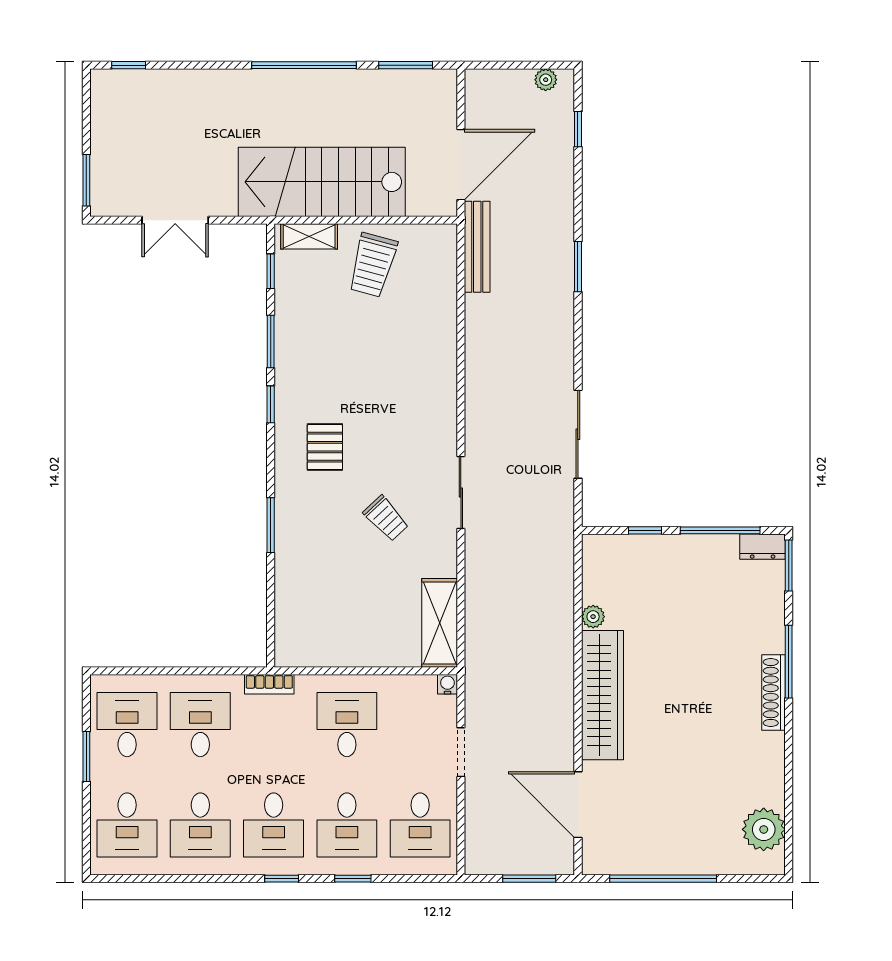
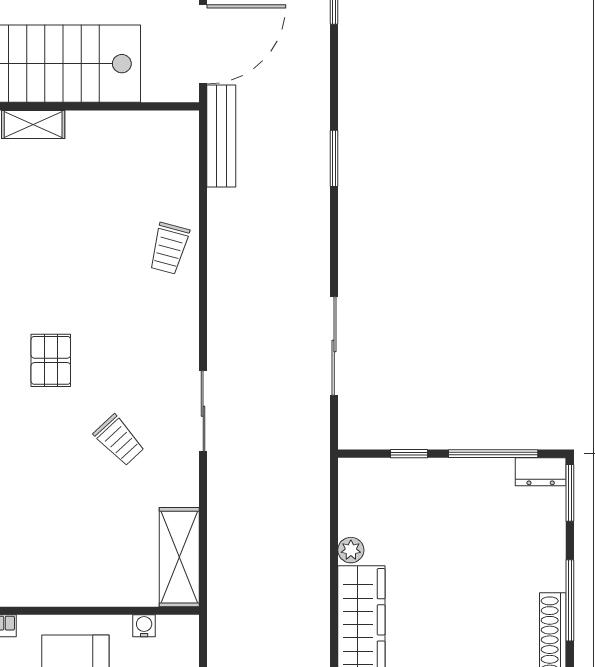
trolley: (373, 265) -> (169, 248), moved, width x0.73, depth x0.72
water cooler: (447, 684) -> (144, 626), moved

